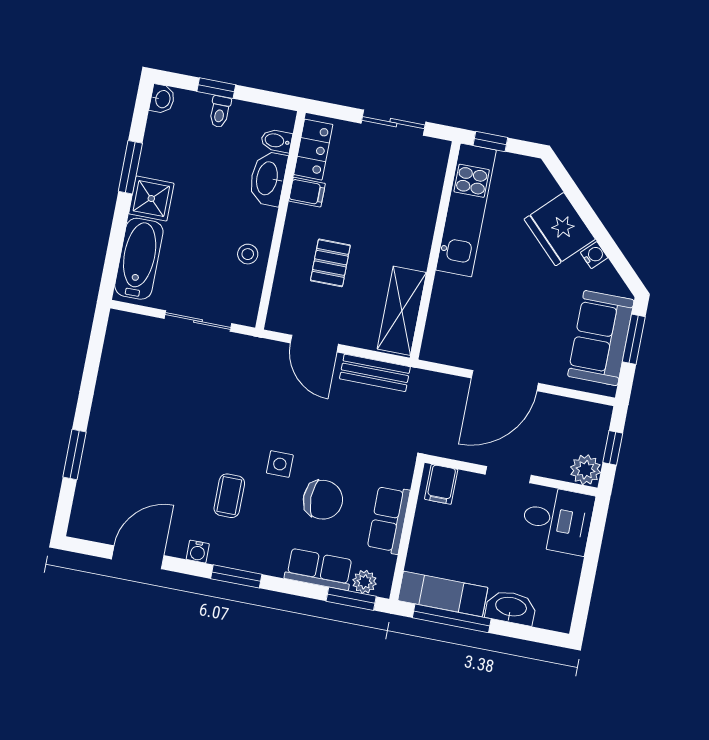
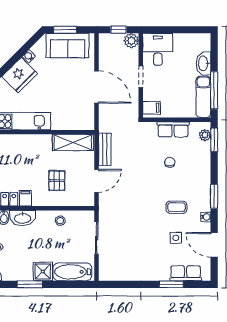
pallet: (330, 263) -> (57, 181), turned 90
side table: (280, 464) -> (176, 238), moved
chair: (323, 500) -> (170, 162), width x0.54, depth x0.54
row of seats: (319, 569) -> (186, 273), moved, turned 90

